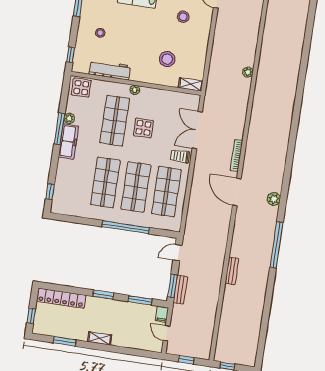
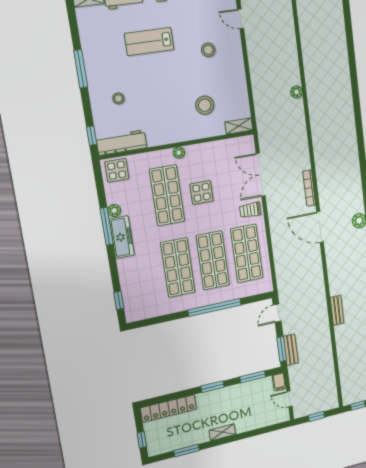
workbench: (110, 70) -> (122, 143), moved

